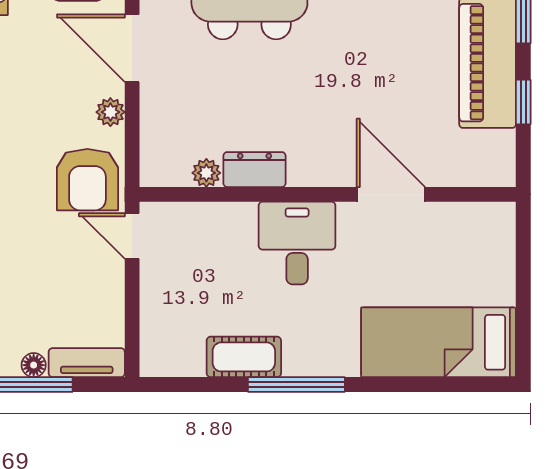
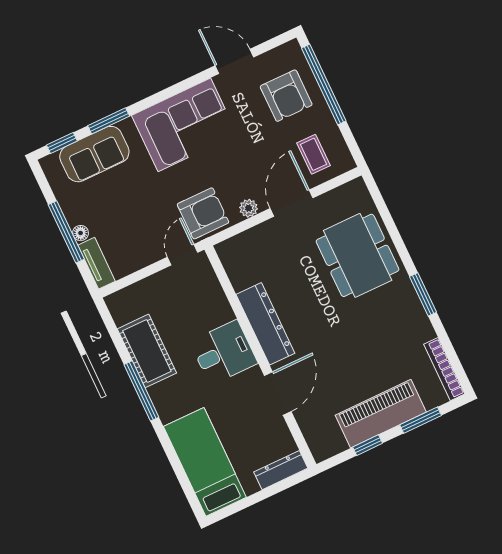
dresser: (255, 170) -> (265, 324), width x1.96, depth x1.24
plant: (206, 173) -> (240, 281), removed
armchair: (87, 180) -> (203, 213), turned 180
dresser: (501, 241) -> (281, 470), added
cot: (244, 357) -> (147, 351), width x1.37, depth x1.34

